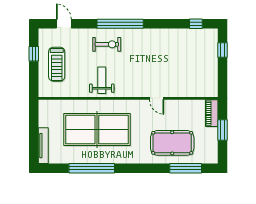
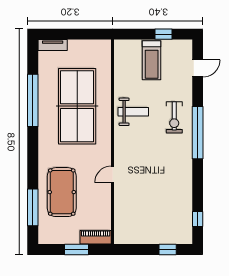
treadmill: (57, 64) -> (152, 60), turned -90
tv unit: (43, 146) -> (53, 45), width x0.71

